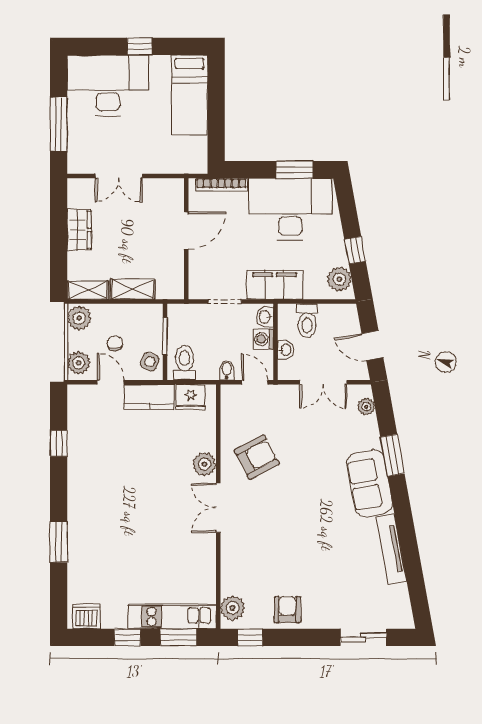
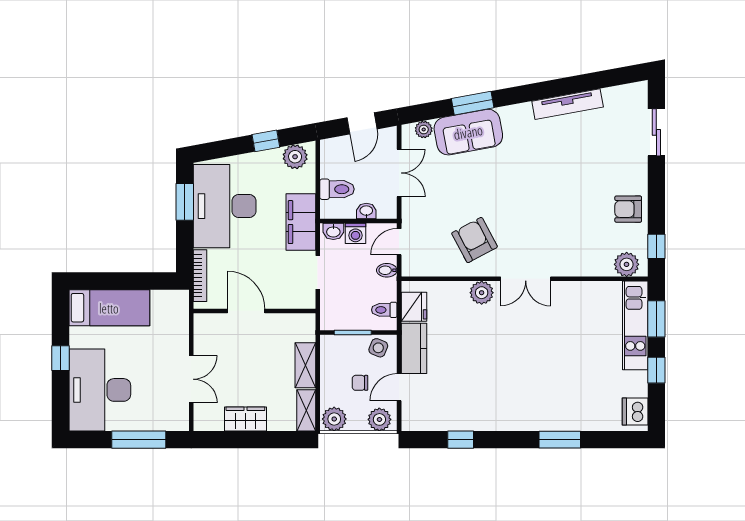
toilet: (185, 363) -> (384, 310), width x0.73, depth x0.72
sofa: (370, 483) -> (468, 132), moved

